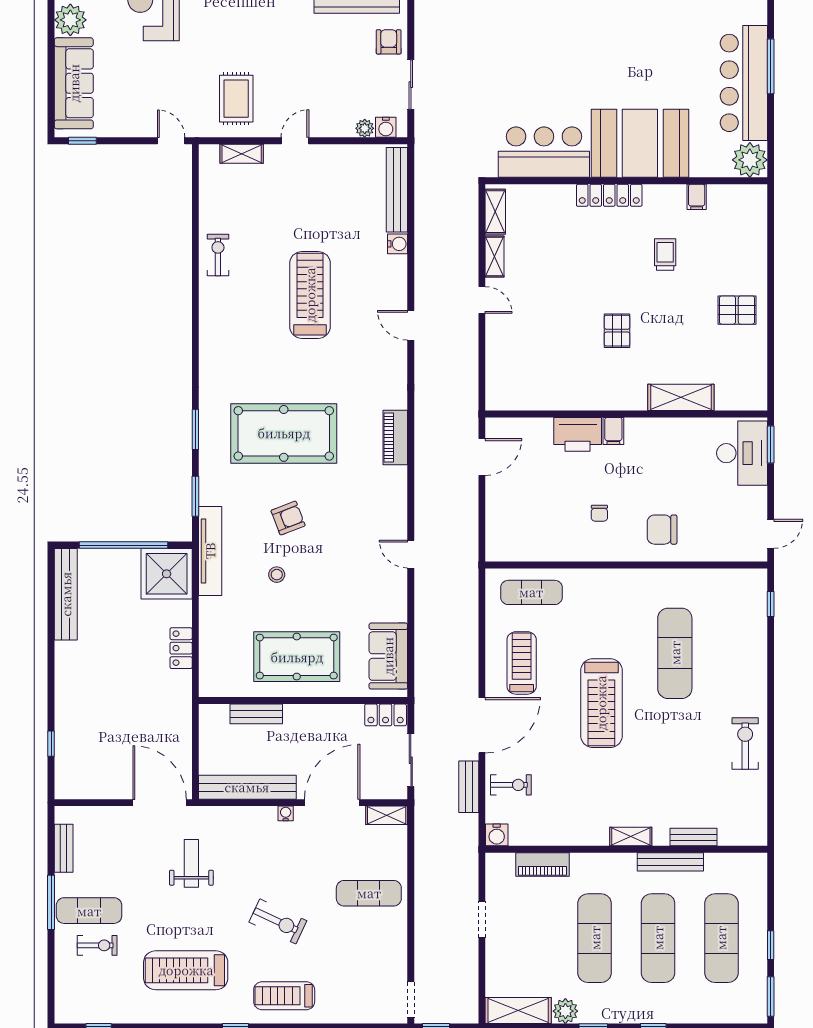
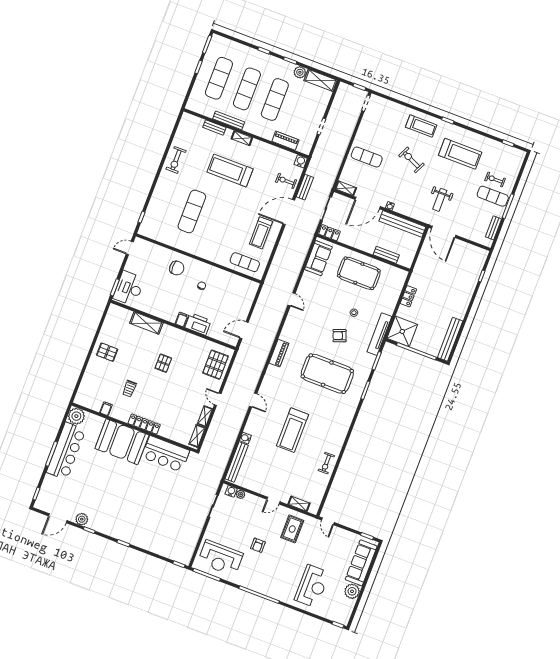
armchair: (389, 42) -> (258, 545), moved
pallet: (512, 367) -> (216, 365), added
treadmill: (601, 703) -> (230, 171), moved, turned -90

